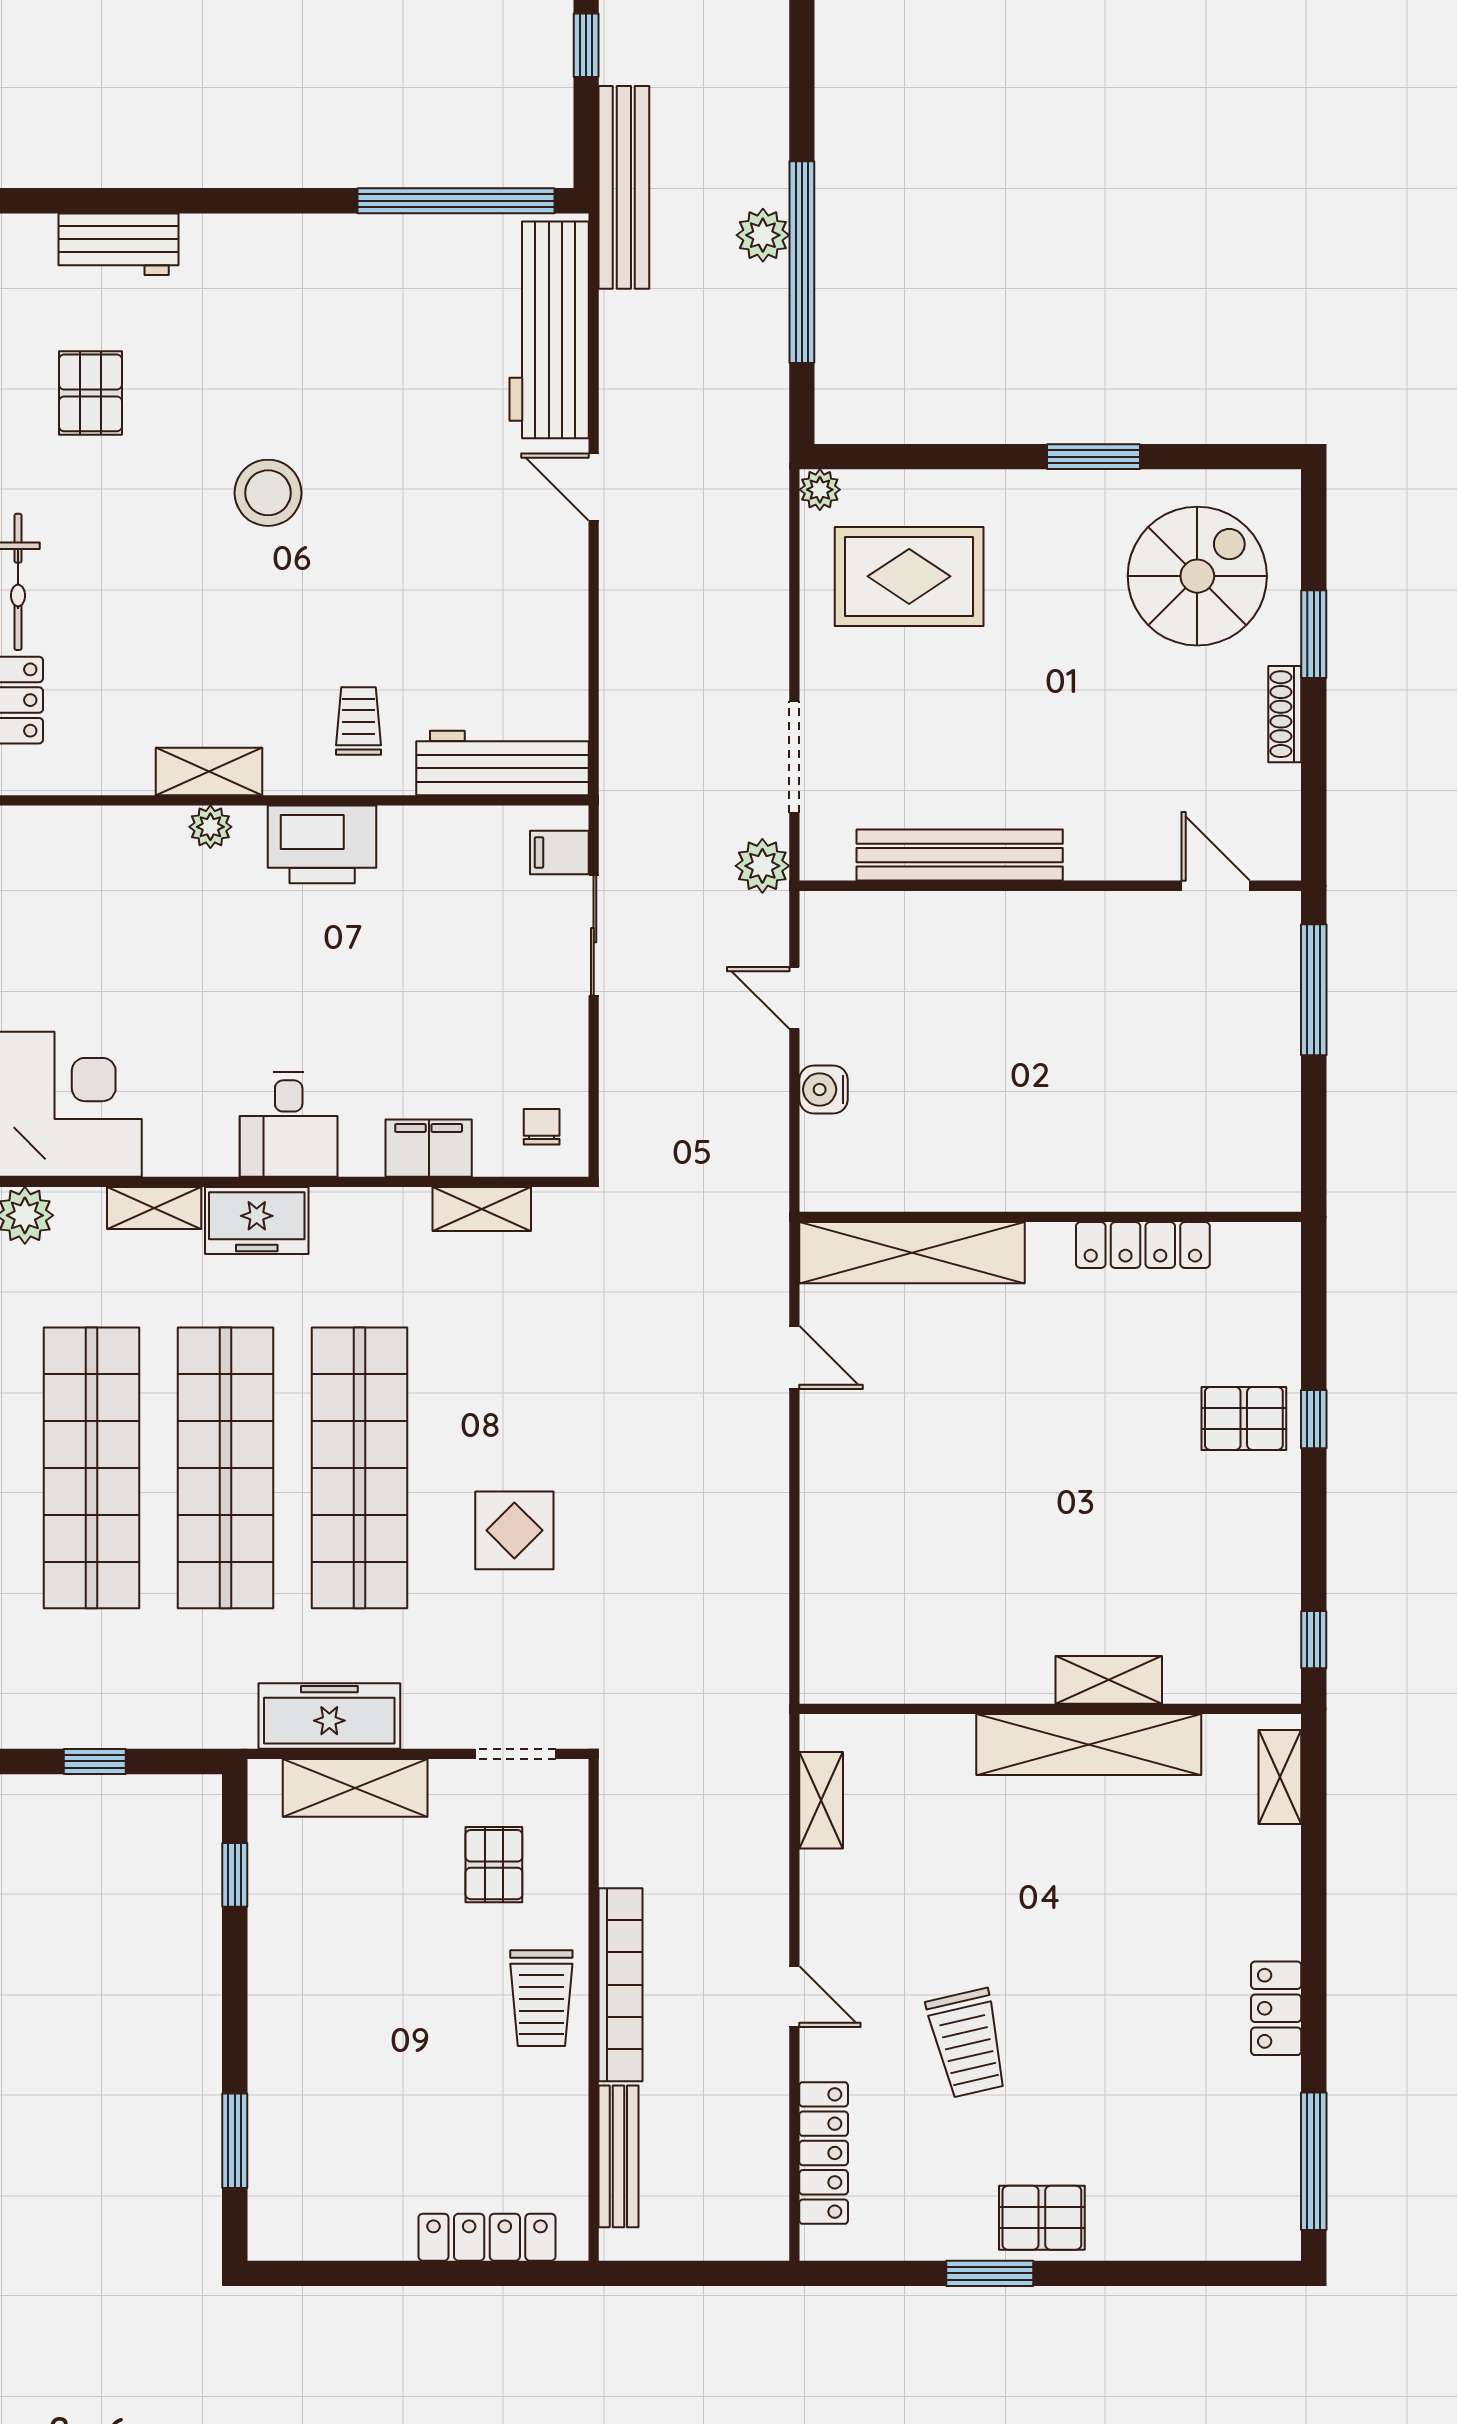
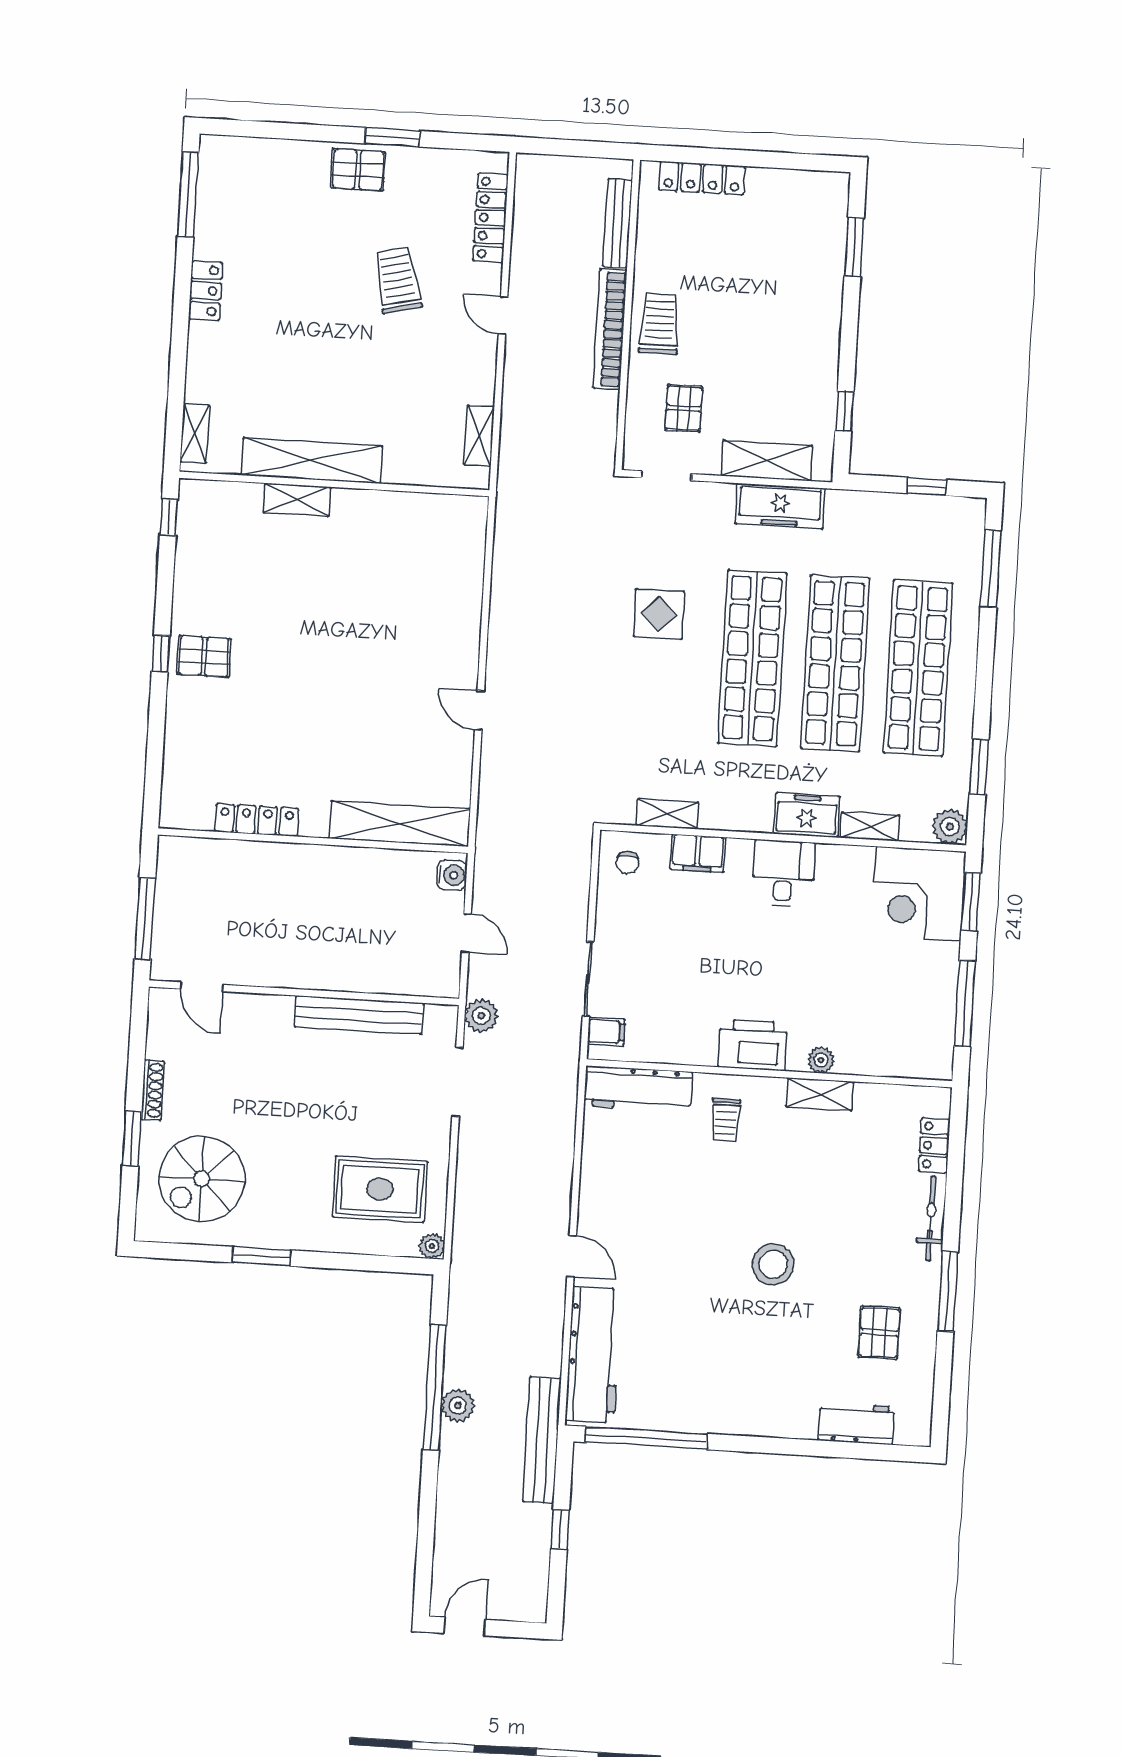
wall: (1050, 1217) -> (313, 841), moved
locker: (1143, 1245) -> (257, 820), moved
shelving: (912, 1253) -> (400, 824), moved

